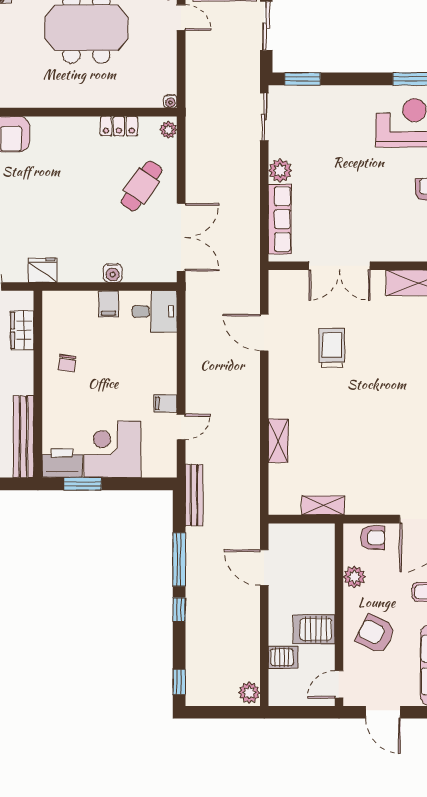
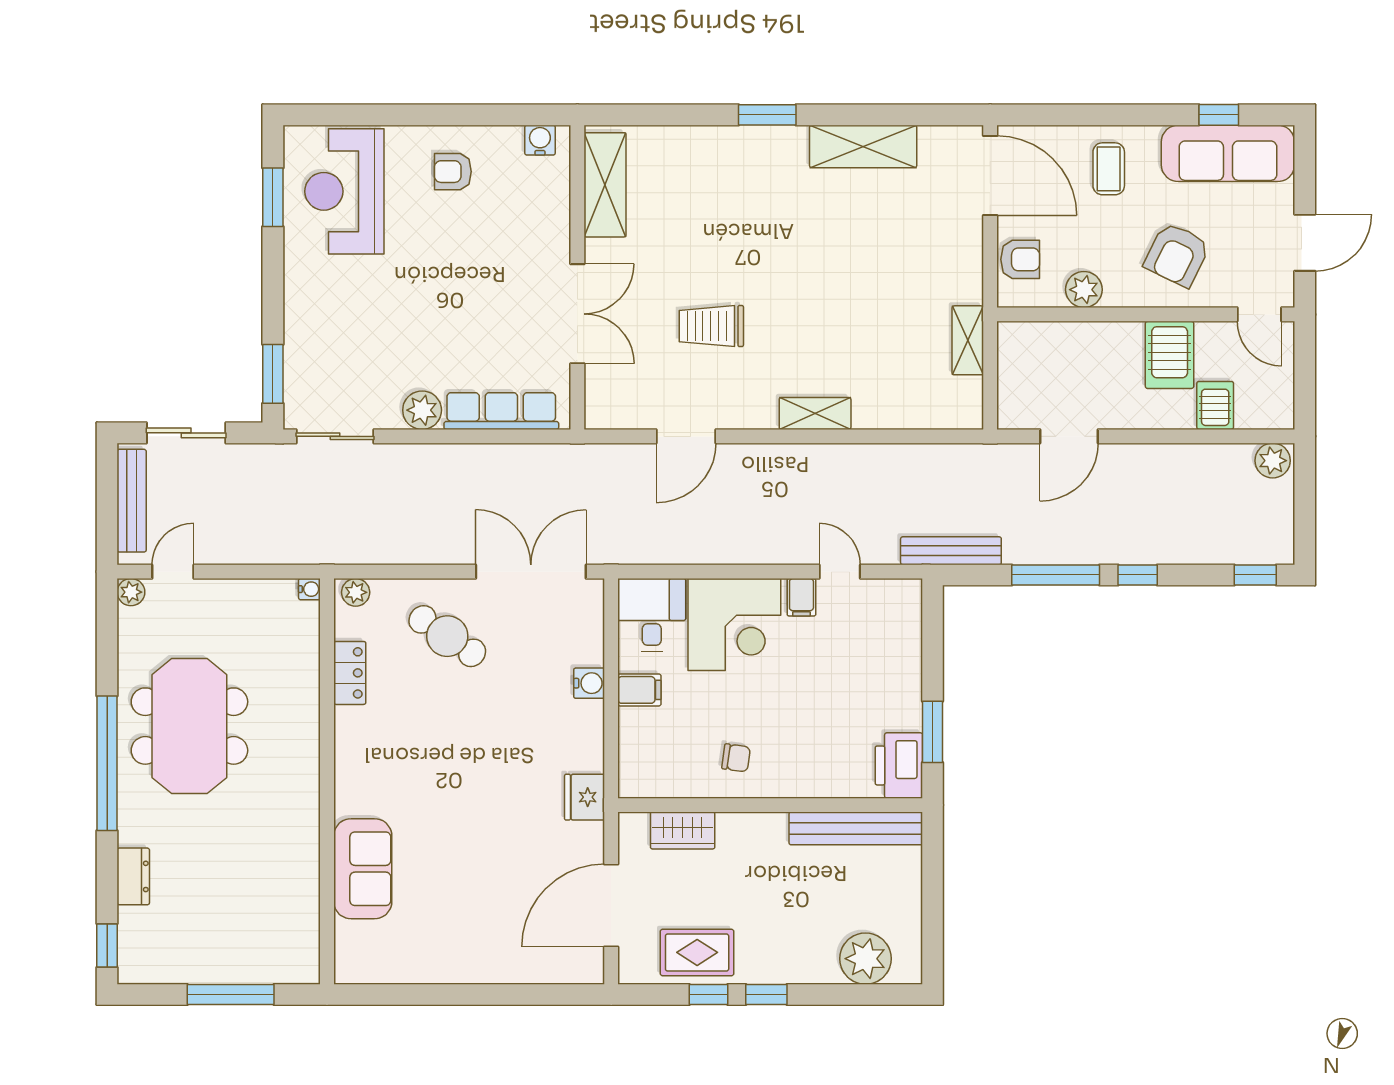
shelving: (278, 441) -> (815, 413), moved
corner desk: (112, 449) -> (734, 625), moved, turned -90
armchair: (373, 538) -> (1020, 259), turned 90

